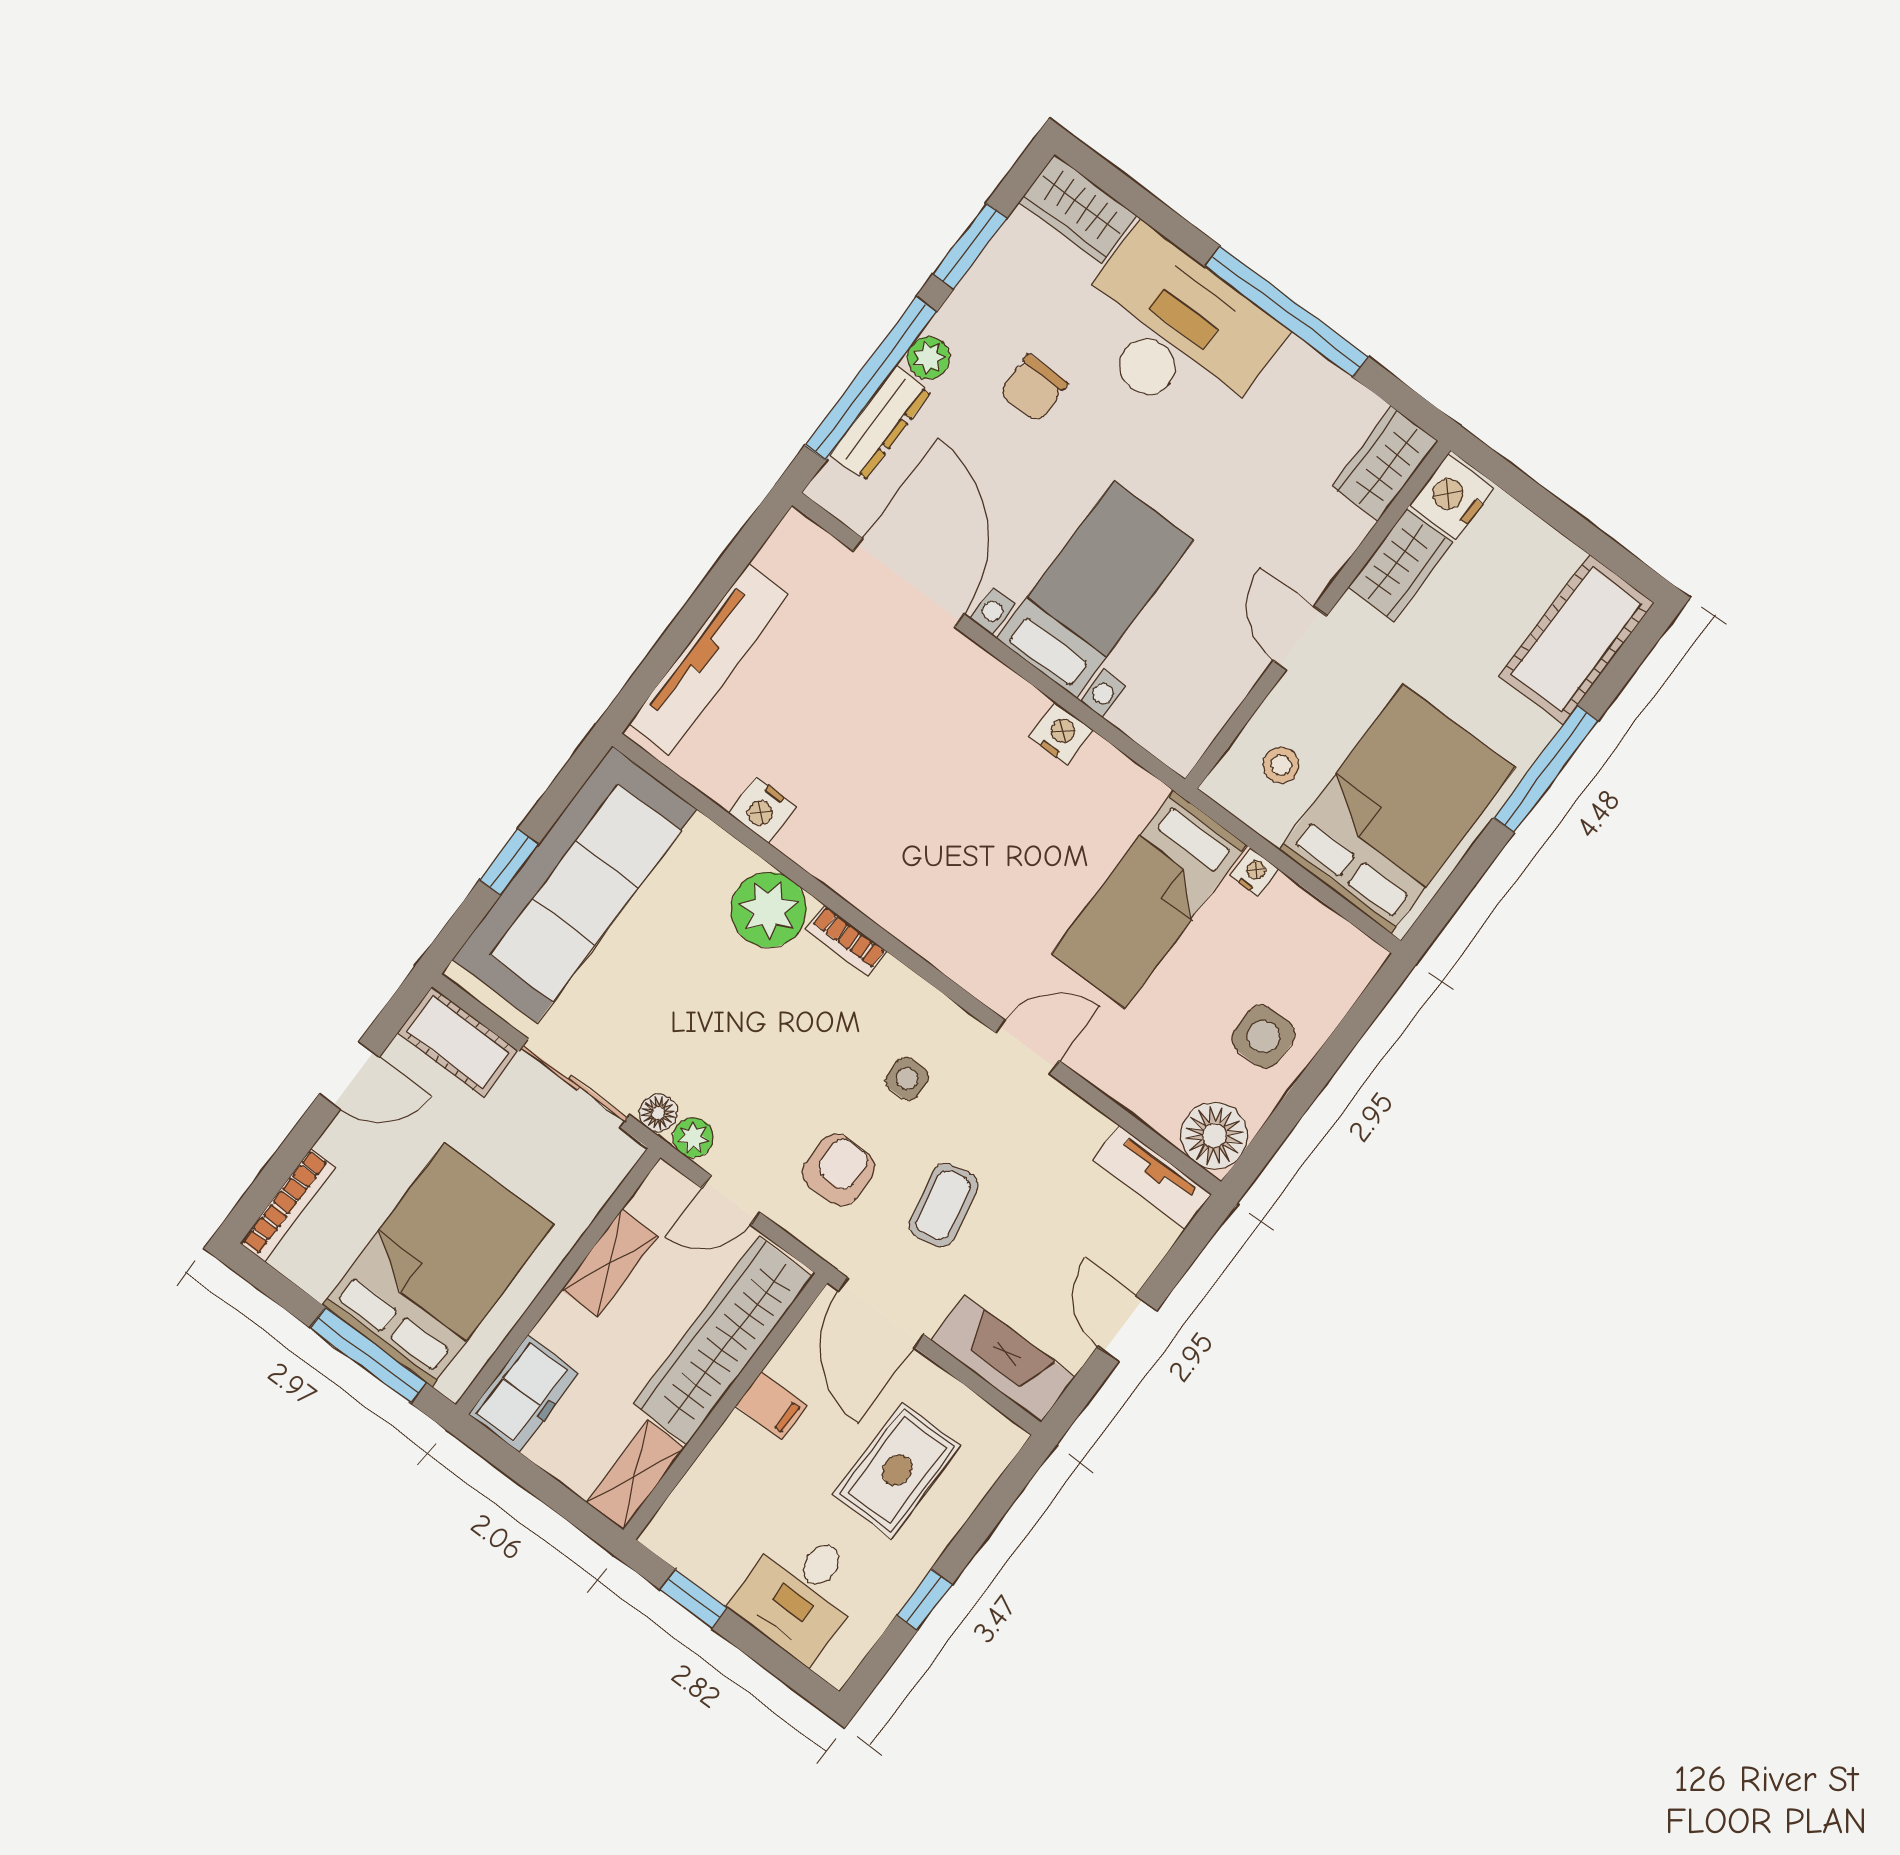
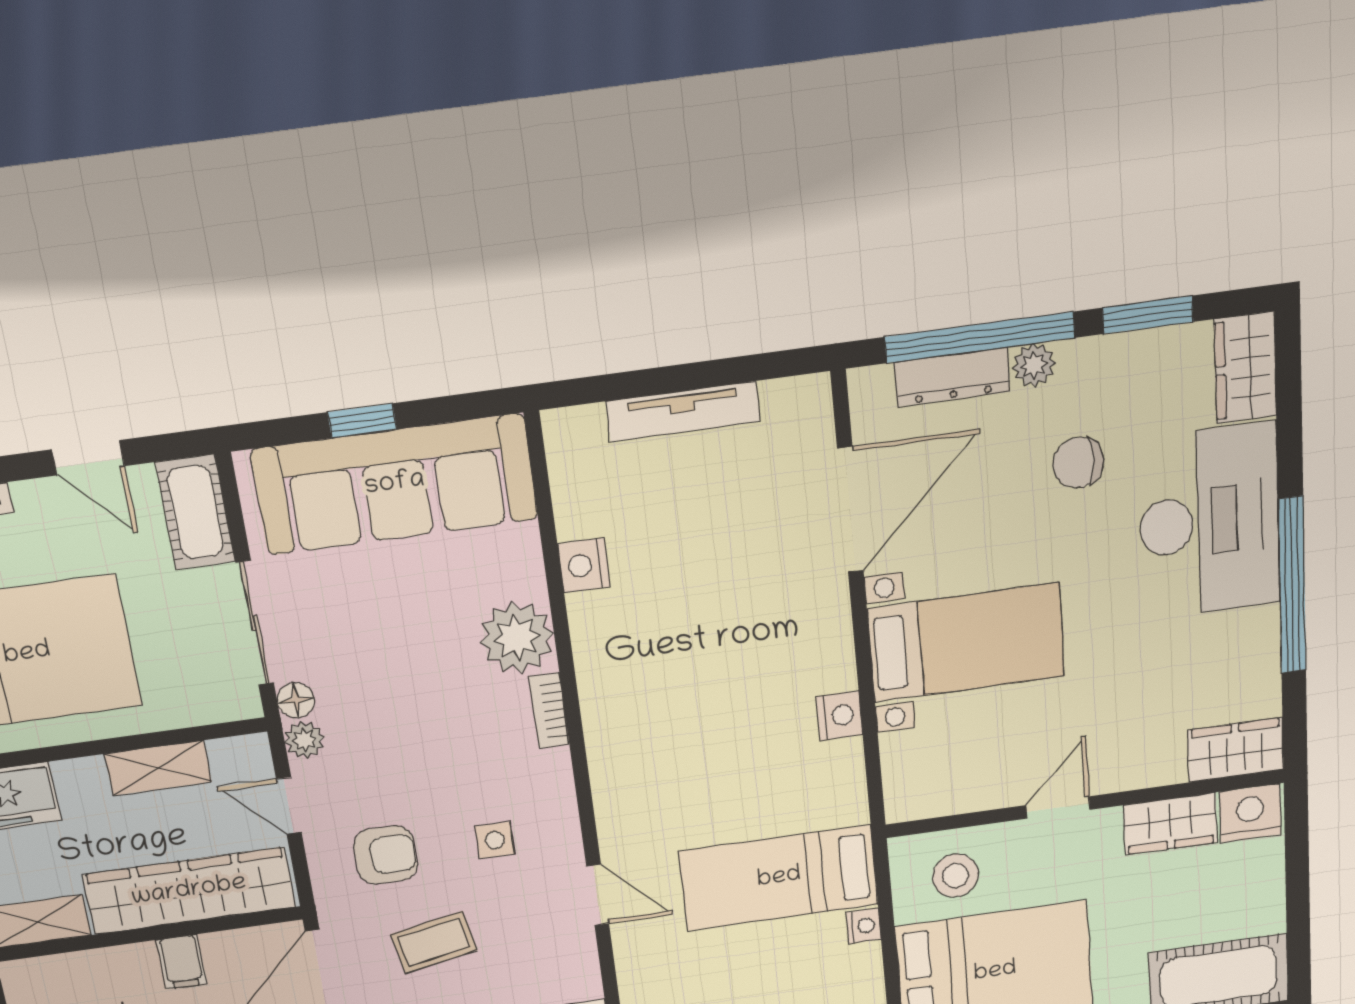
tv unit: (709, 659) -> (683, 411), width x0.73, depth x0.78
stool: (1281, 765) -> (955, 875), width x1.37, depth x1.37

